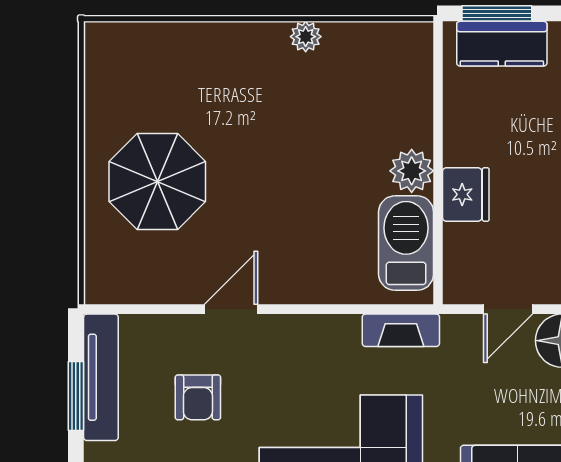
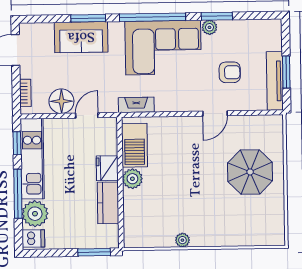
kitchen counter: (502, 44) -> (108, 203), moved, turned -90
armchair: (198, 397) -> (230, 72), turned 90

